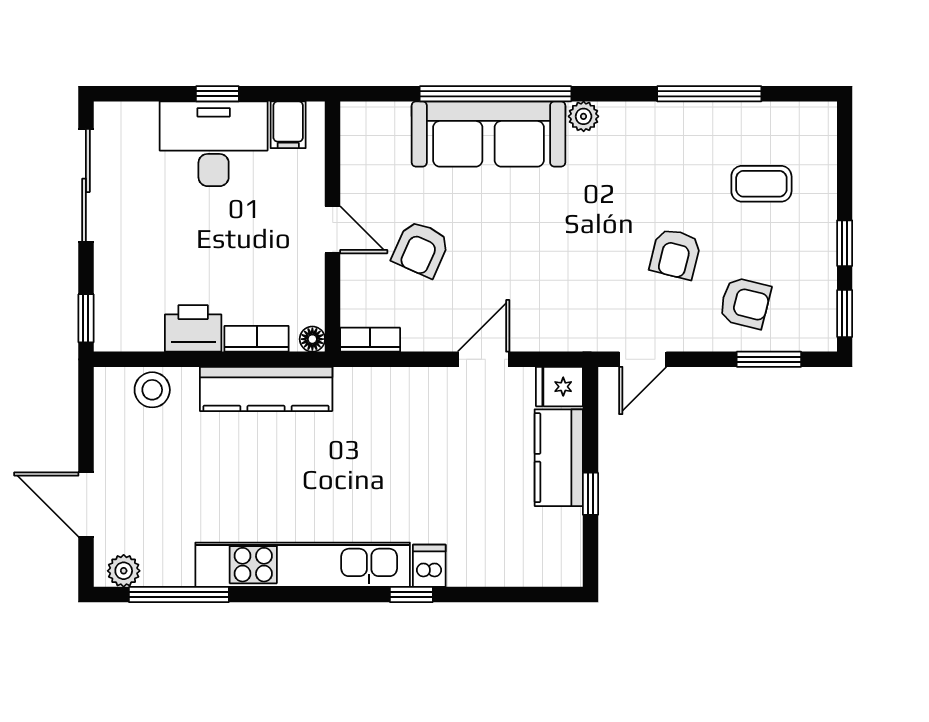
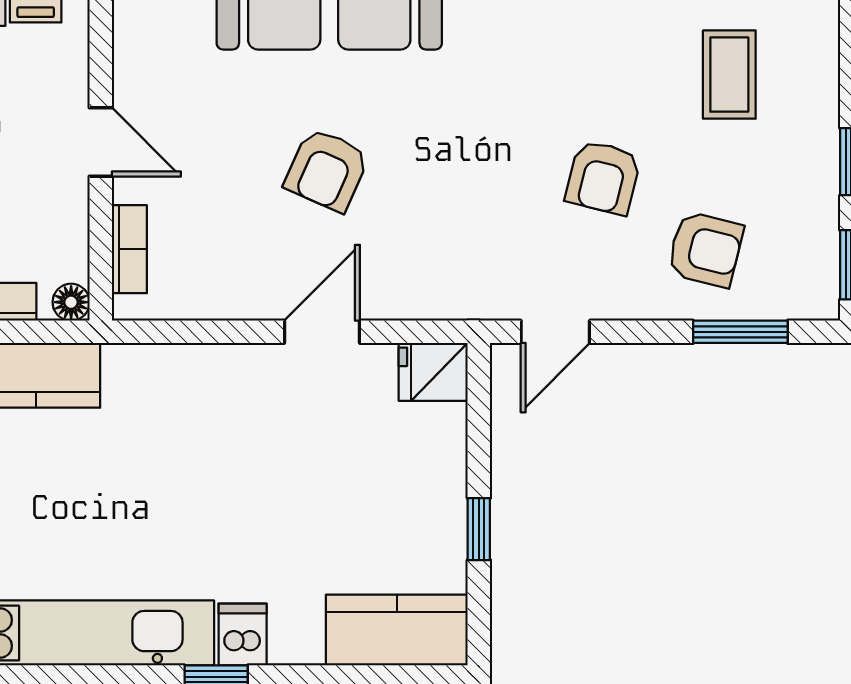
coffee table: (761, 184) -> (729, 75), turned 90
armchair: (421, 249) -> (327, 170), moved
bookcase: (370, 340) -> (129, 249), moved, turned 90
kitchen counter: (559, 458) -> (397, 630), moved, turned 90

